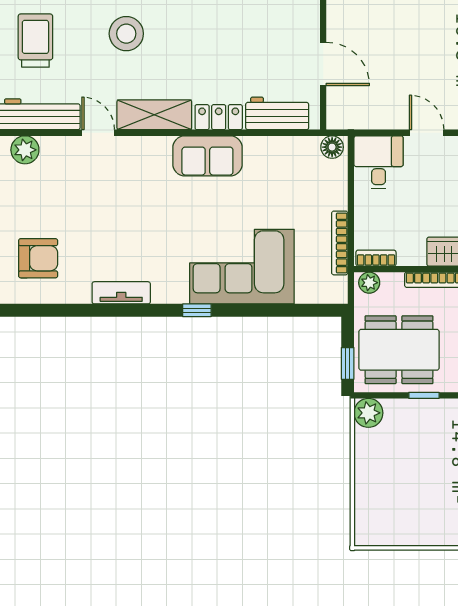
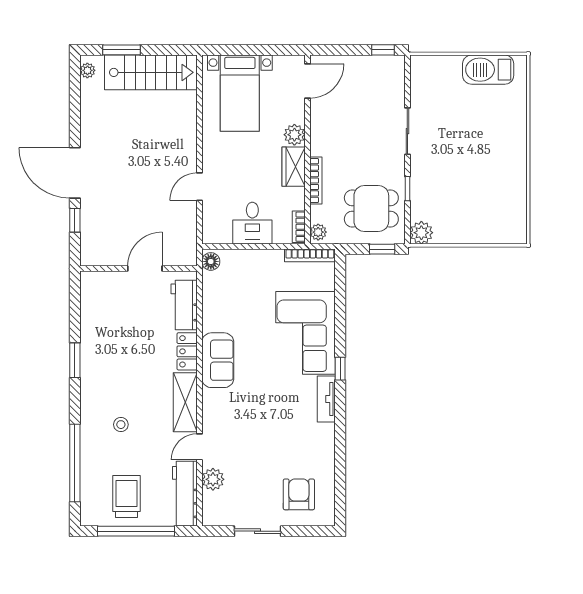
stool: (126, 34) -> (121, 425), width x0.53, depth x0.53
trolley: (35, 41) -> (126, 497), turned 90
plant: (25, 150) -> (213, 479), moved
desk: (379, 162) -> (252, 223), moved, turned -90
bookcase: (340, 243) -> (310, 255), moved
tv unit: (121, 293) -> (326, 399), moved
dining table: (399, 350) -> (371, 209), width x0.73

